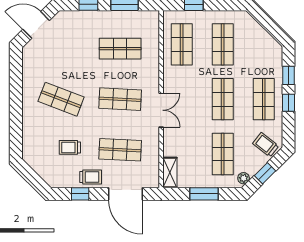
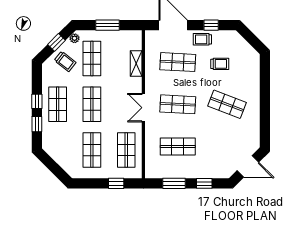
double door: (161, 110) -> (143, 108), moved
trolley: (266, 145) -> (65, 61), moved
shelving: (170, 172) -> (136, 63), moved

